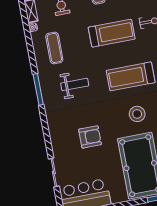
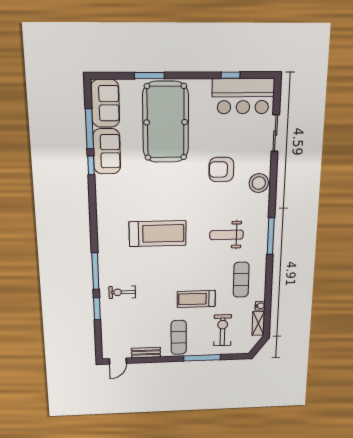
treadmill: (112, 33) -> (196, 299), moved, width x0.73, depth x0.73
stool: (137, 114) -> (259, 183), moved

